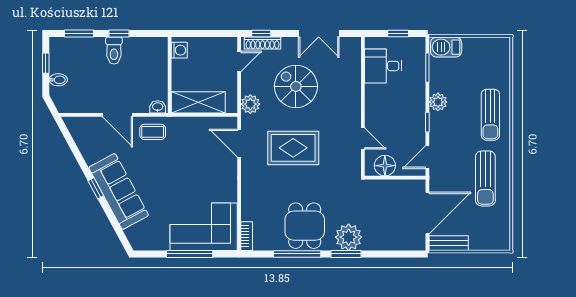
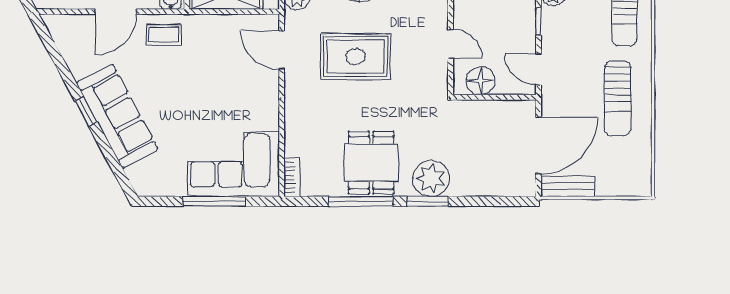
door: (117, 115) -> (116, 12), hinge flipped
door: (427, 157) -> (538, 69), hinge flipped

